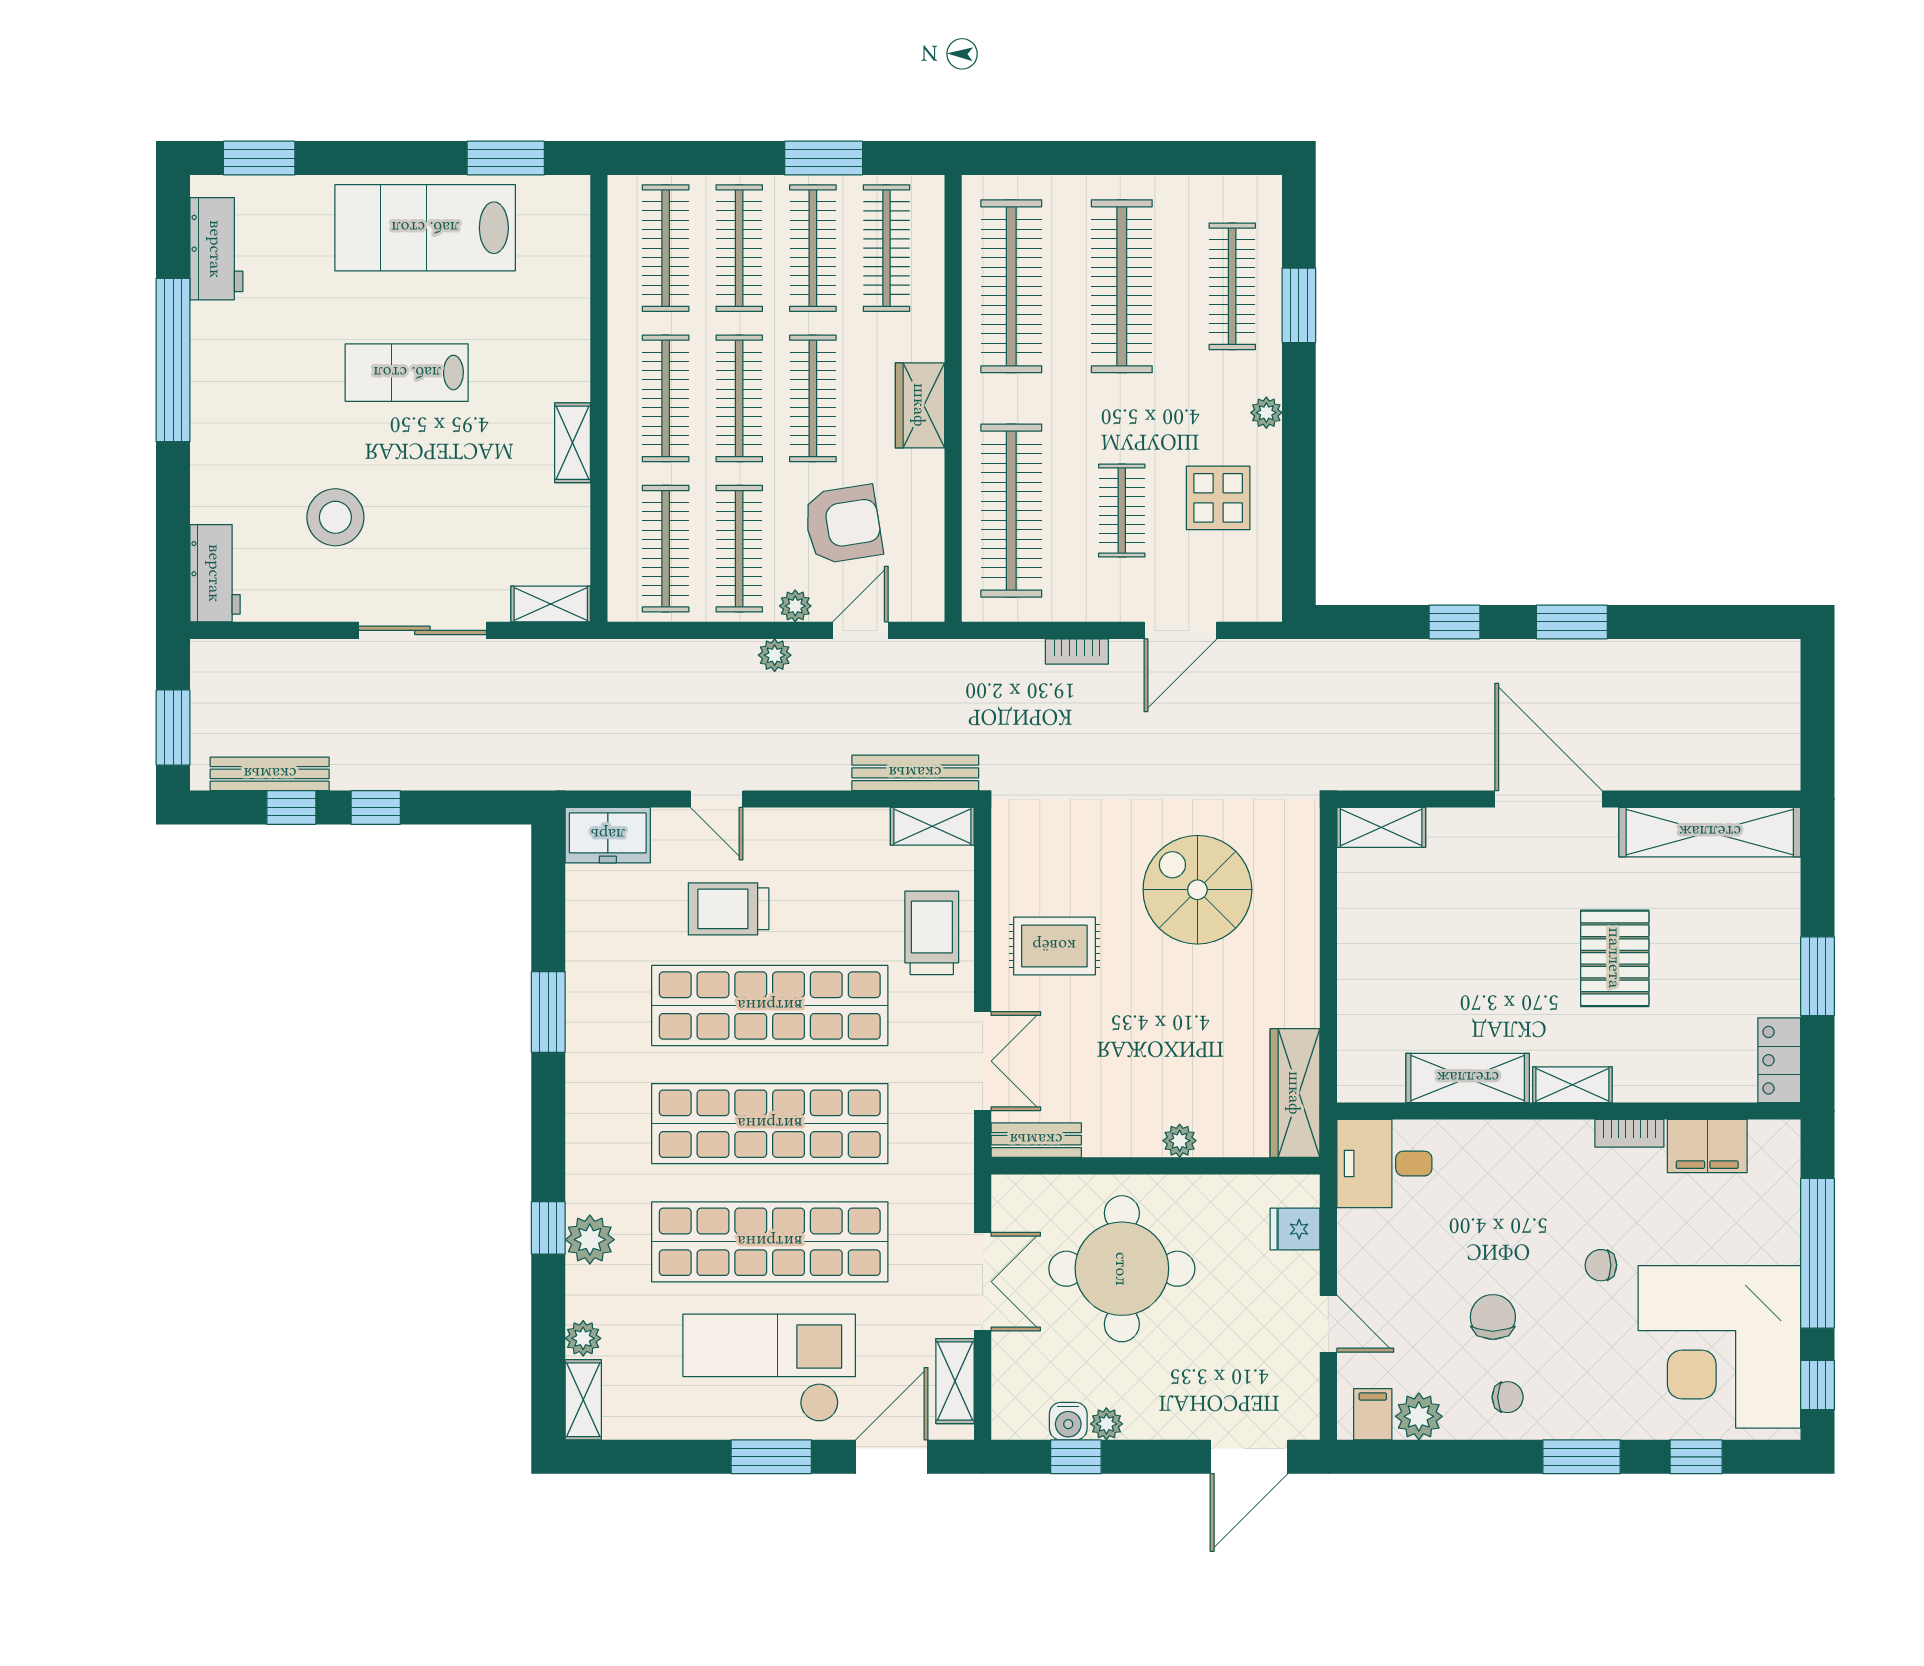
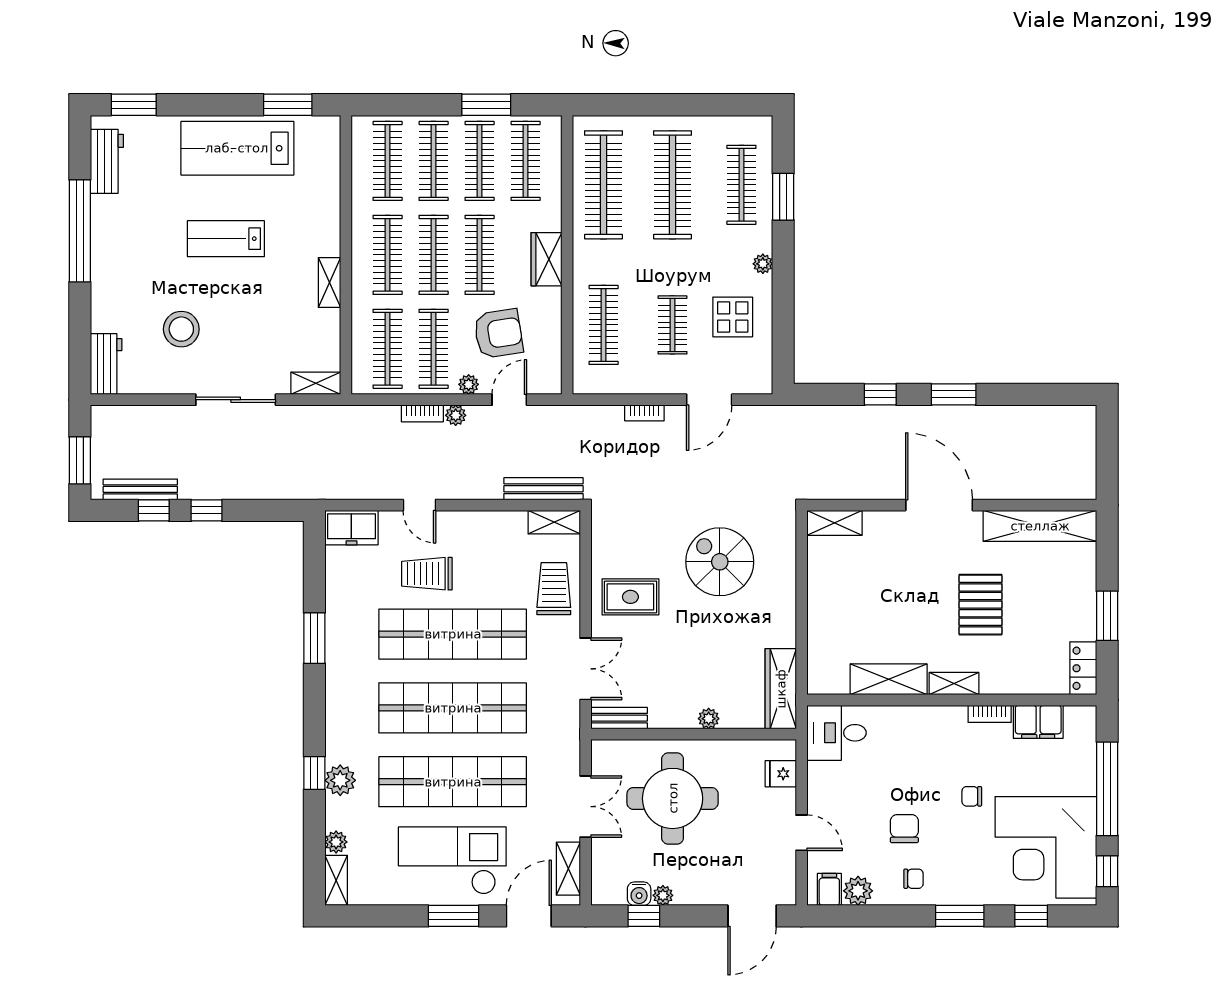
clothes rail: (1011, 511) -> (604, 325), width x0.73, depth x0.76
bookcase: (721, 652) -> (422, 413), added

